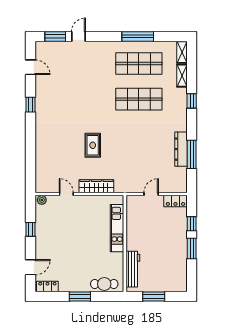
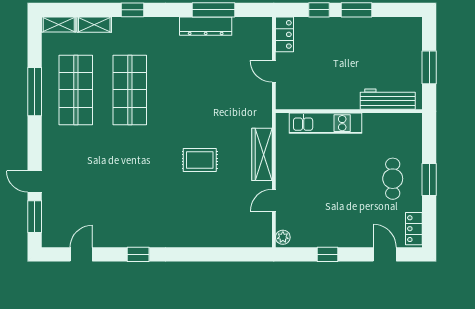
cafe table: (104, 284) -> (393, 179), moved

